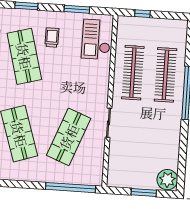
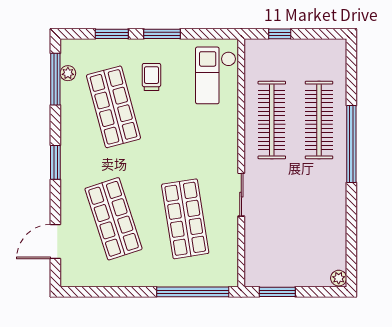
window: (77, 9) -> (162, 34), moved
shop shelf: (69, 137) -> (185, 219), turned -30
plant: (167, 180) -> (339, 278), width x0.53, depth x0.53
window: (144, 192) -> (277, 292), moved

